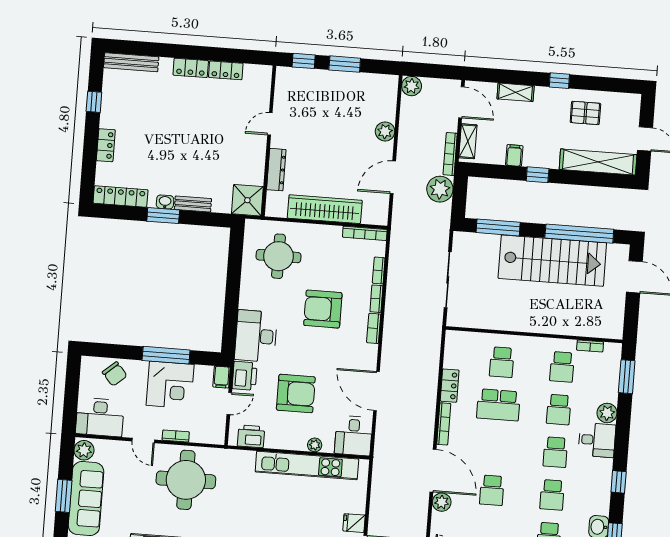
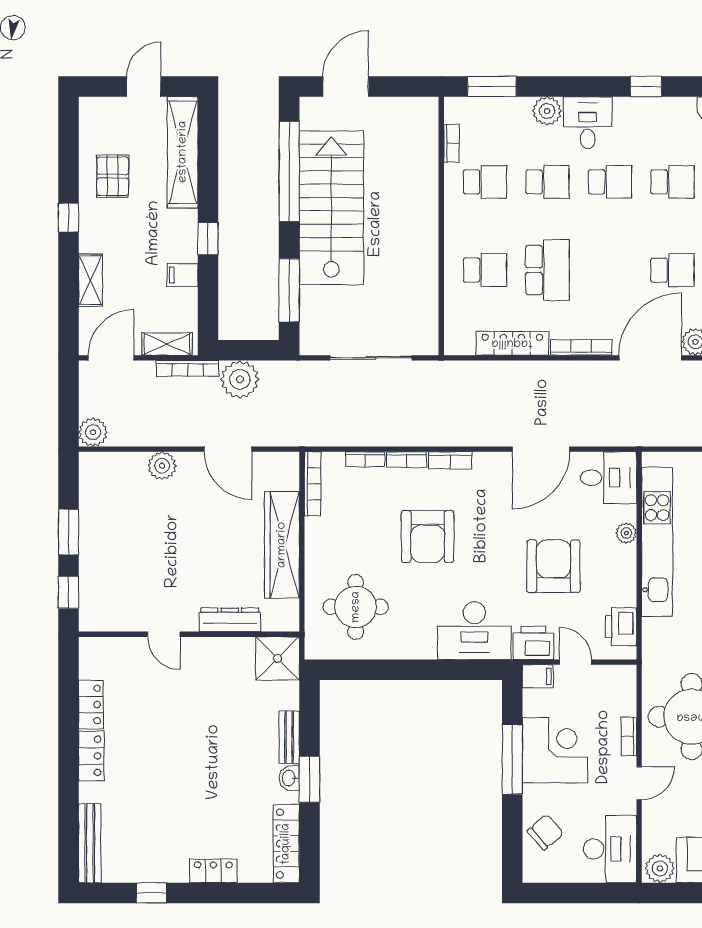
locker: (450, 386) -> (512, 343), width x1.53

